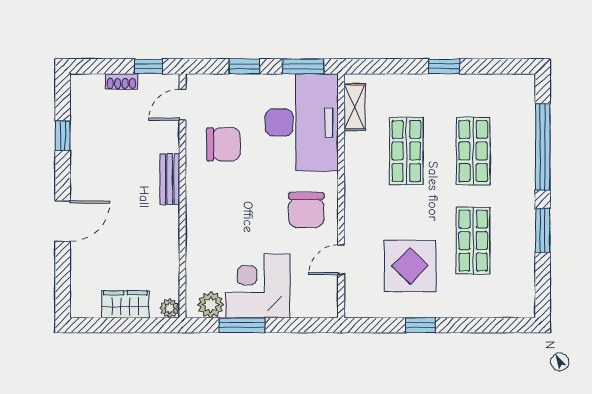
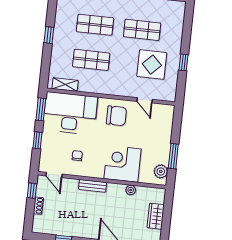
chair: (223, 144) -> (77, 156), width x0.54, depth x0.54
corner desk: (258, 286) -> (123, 164), moved, turned 90
plant: (170, 308) -> (131, 190), moved

